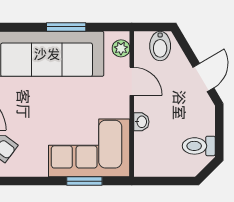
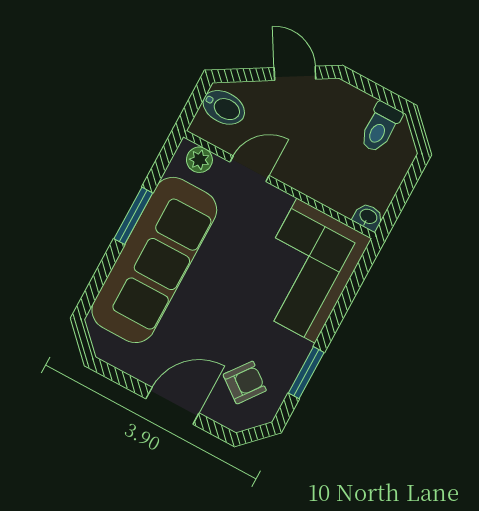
washbasin: (141, 122) -> (368, 217), moved
window: (84, 181) -> (306, 373), moved

